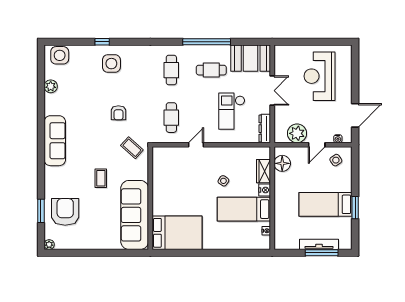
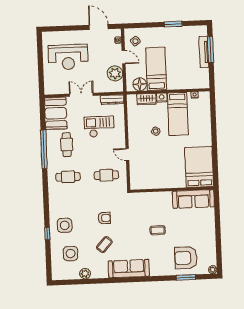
side table: (60, 55) -> (71, 254), moved
checkout: (232, 111) -> (99, 127), turned 180
coffee table: (132, 148) -> (104, 245), moved
bed: (325, 204) -> (156, 69), moved, turned 180
sofa: (135, 215) -> (193, 199), width x0.74, depth x0.79

